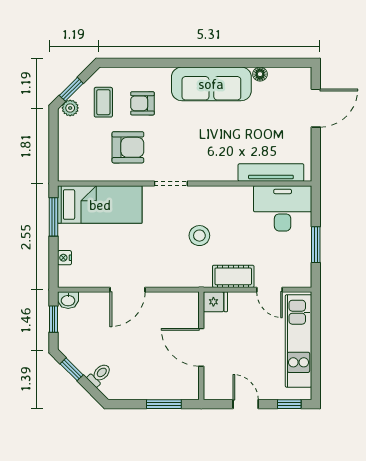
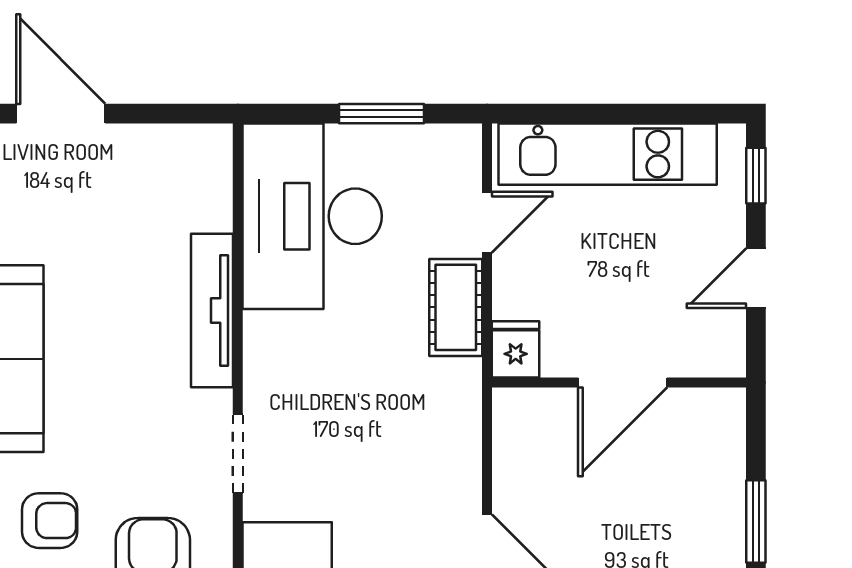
armchair: (142, 103) -> (50, 521), turned -90
tv unit: (271, 173) -> (212, 311), moved
desk: (283, 208) -> (312, 216), width x1.36, depth x1.30
stool: (199, 236) -> (360, 387), removed
window: (164, 404) -> (756, 522), moved

